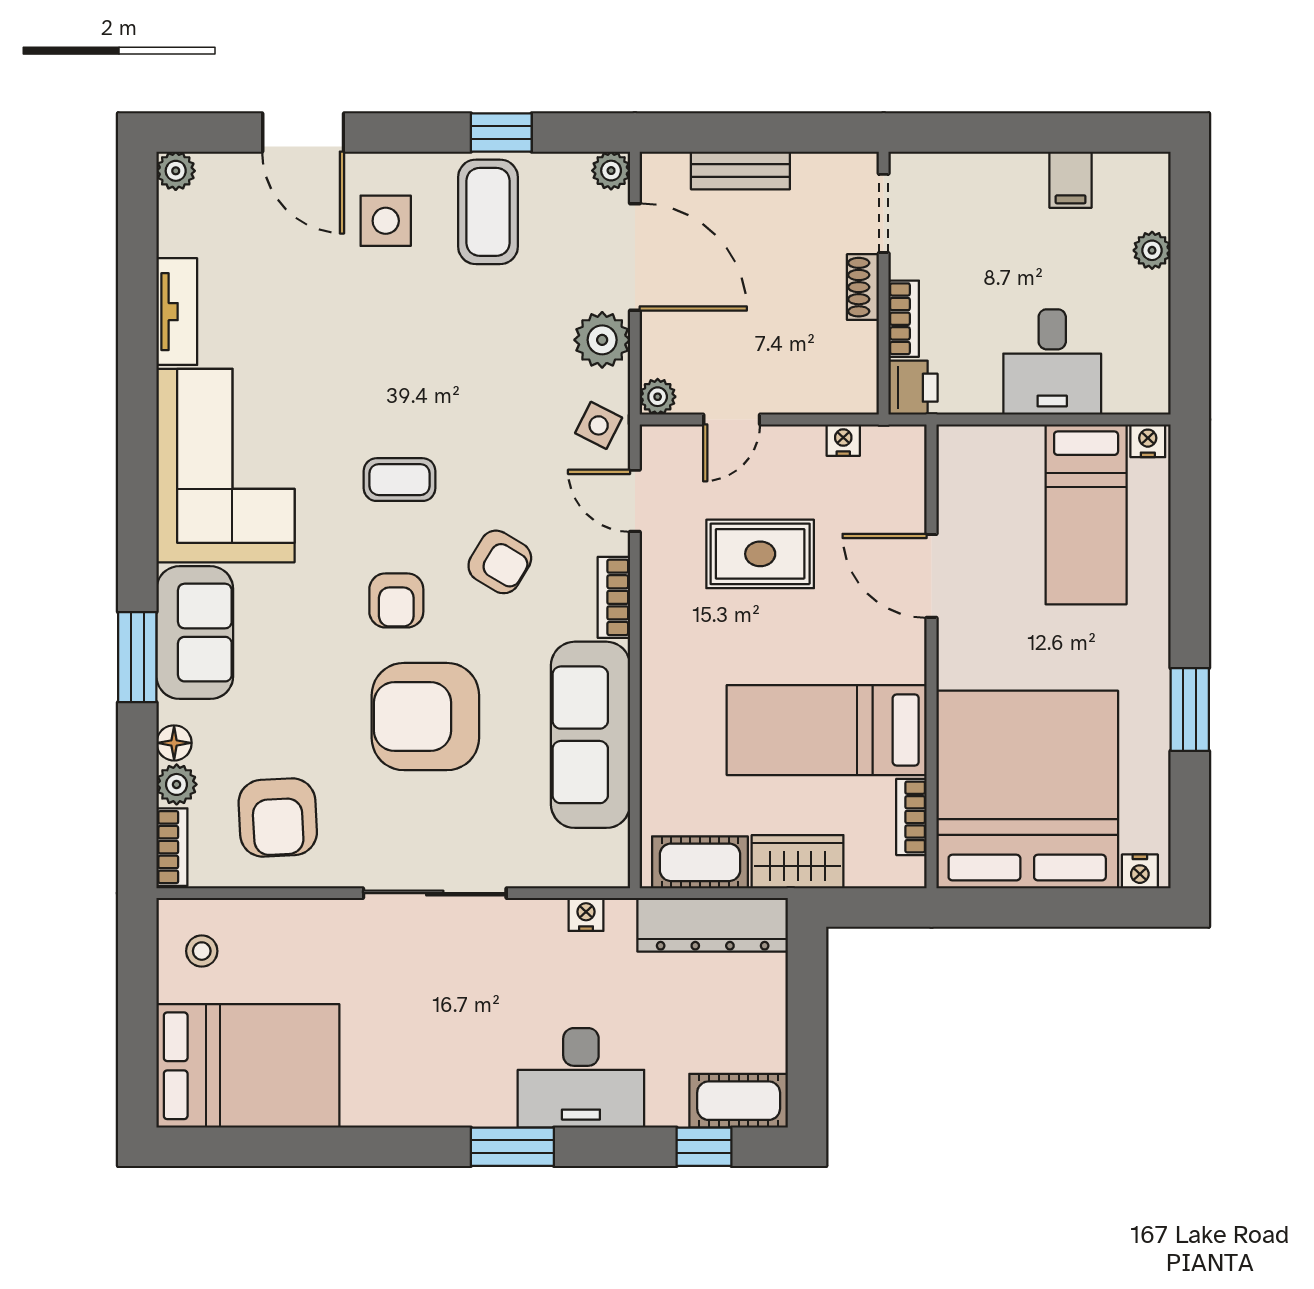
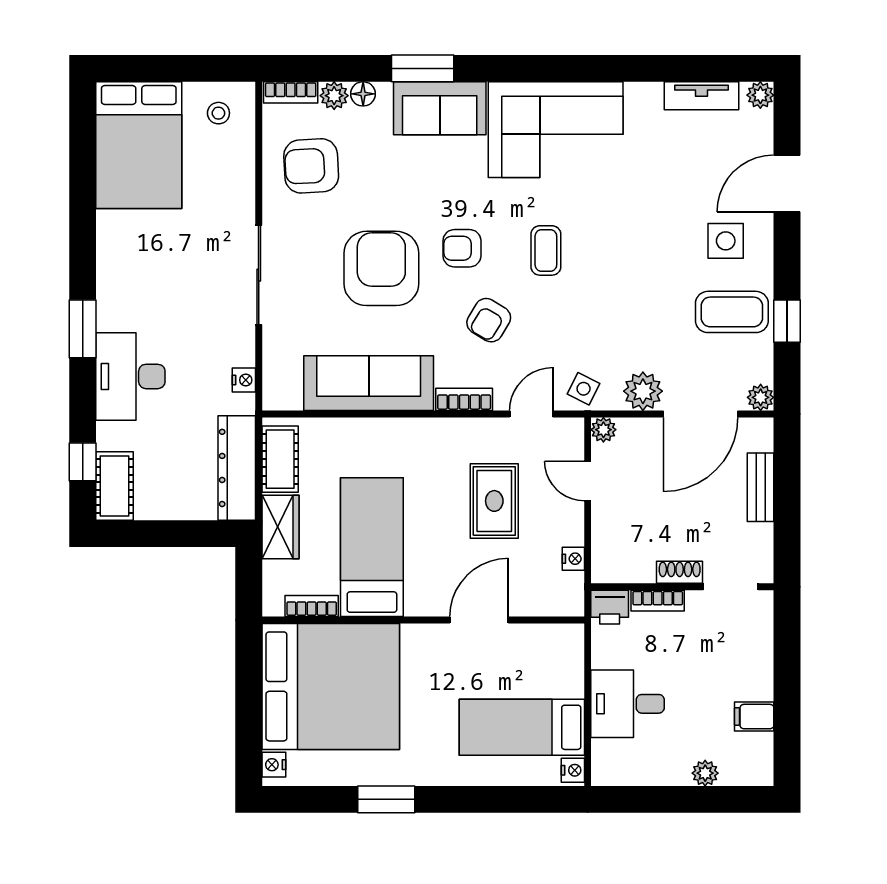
tv unit: (177, 312) -> (702, 96), moved

